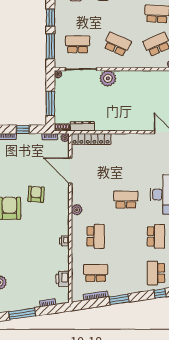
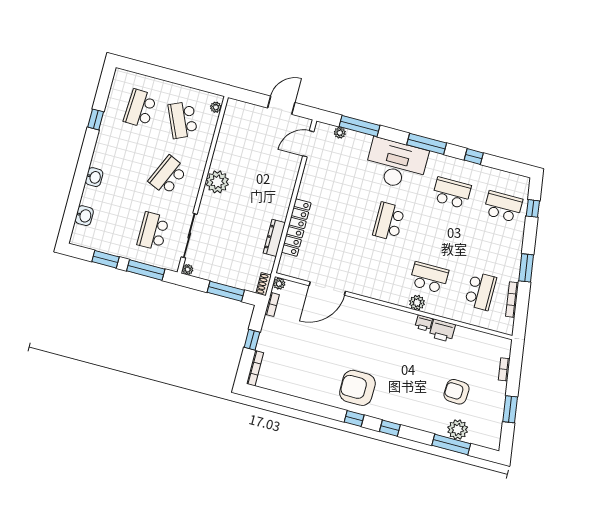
plant: (108, 78) -> (217, 182), moved
dresser: (82, 126) -> (274, 238), moved
locker: (91, 139) -> (296, 228), moved
armchair: (36, 194) -> (457, 392), moved
plant: (77, 210) -> (417, 303), moved
school desk: (96, 273) -> (480, 291), turned 180
school desk: (156, 273) -> (503, 207), turned 180
printer: (63, 279) -> (442, 331), moved
window: (22, 314) -> (510, 409), width x0.69

